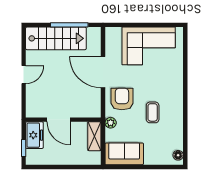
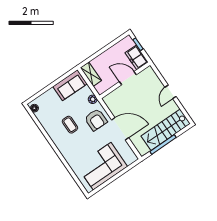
shelving: (94, 136) -> (91, 74), moved

